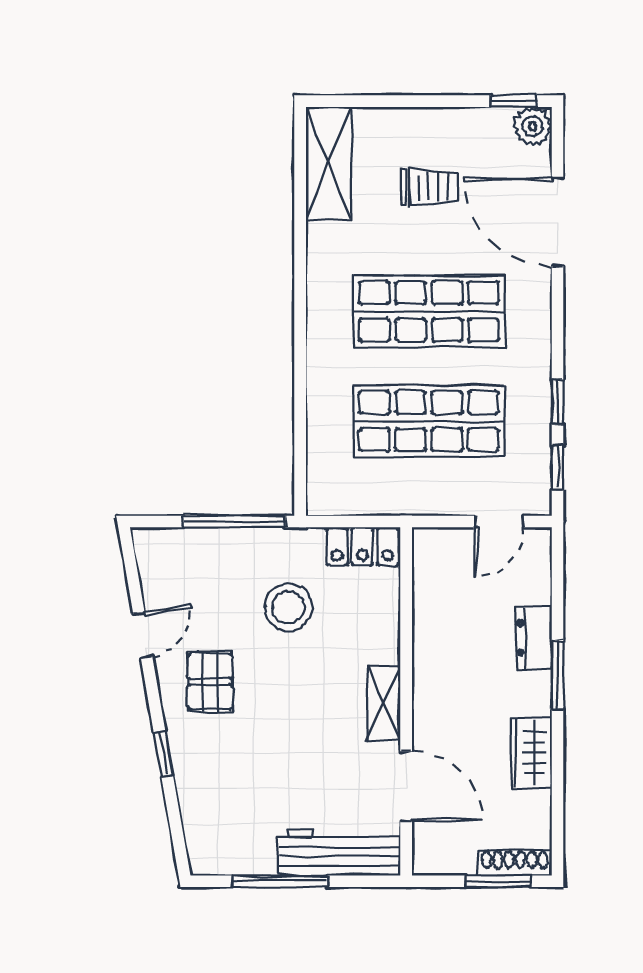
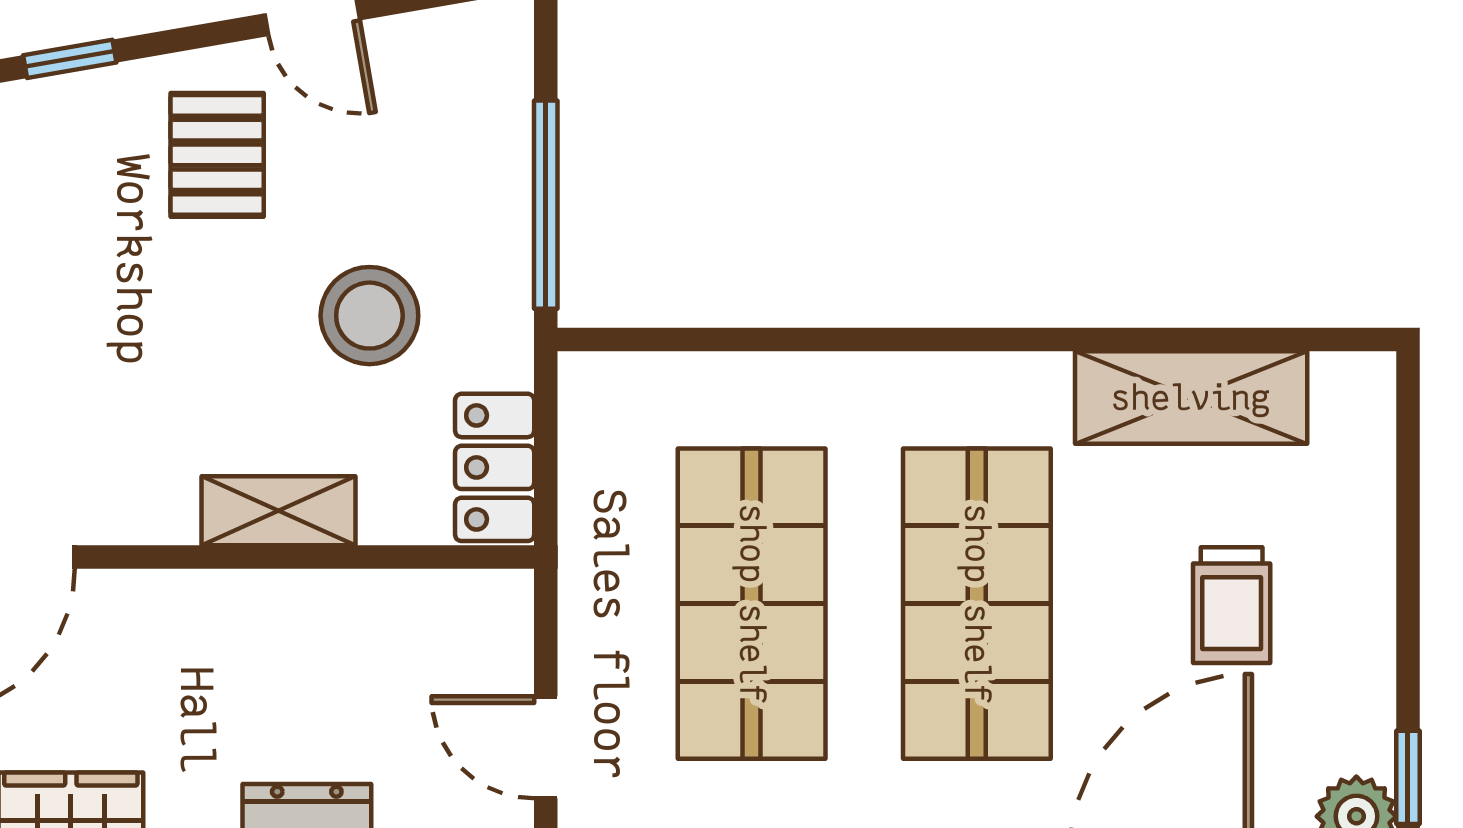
shelving: (328, 163) -> (1191, 398), moved
pallet: (210, 682) -> (217, 155), turned 90
shelving: (384, 703) -> (278, 511), moved

